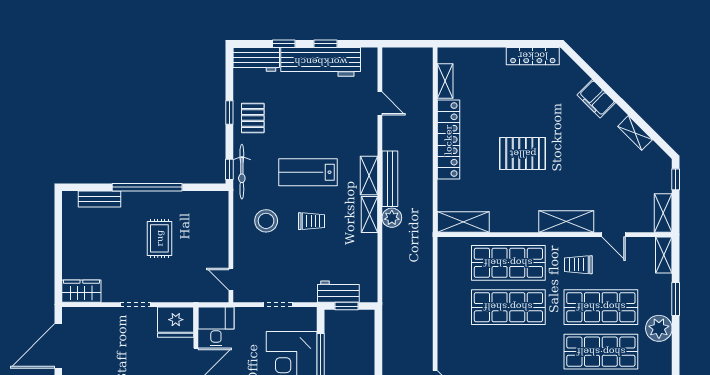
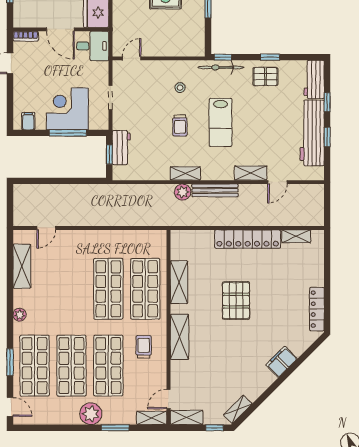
shelving: (635, 133) -> (238, 409), moved
lab bench: (308, 172) -> (221, 122), turned 180
shelving: (369, 176) -> (251, 173), moved
stool: (266, 221) -> (180, 88), width x0.53, depth x0.53
shelving: (463, 222) -> (179, 282), moved
door: (614, 235) -> (169, 399), moved

